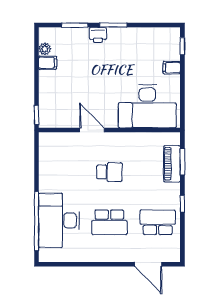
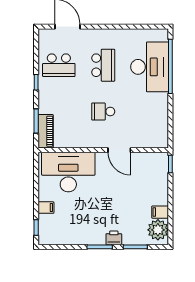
plant: (45, 49) -> (158, 230), width x1.88, depth x1.88
piano: (172, 164) -> (46, 131), moved
school desk: (109, 222) -> (103, 65), turned 90

